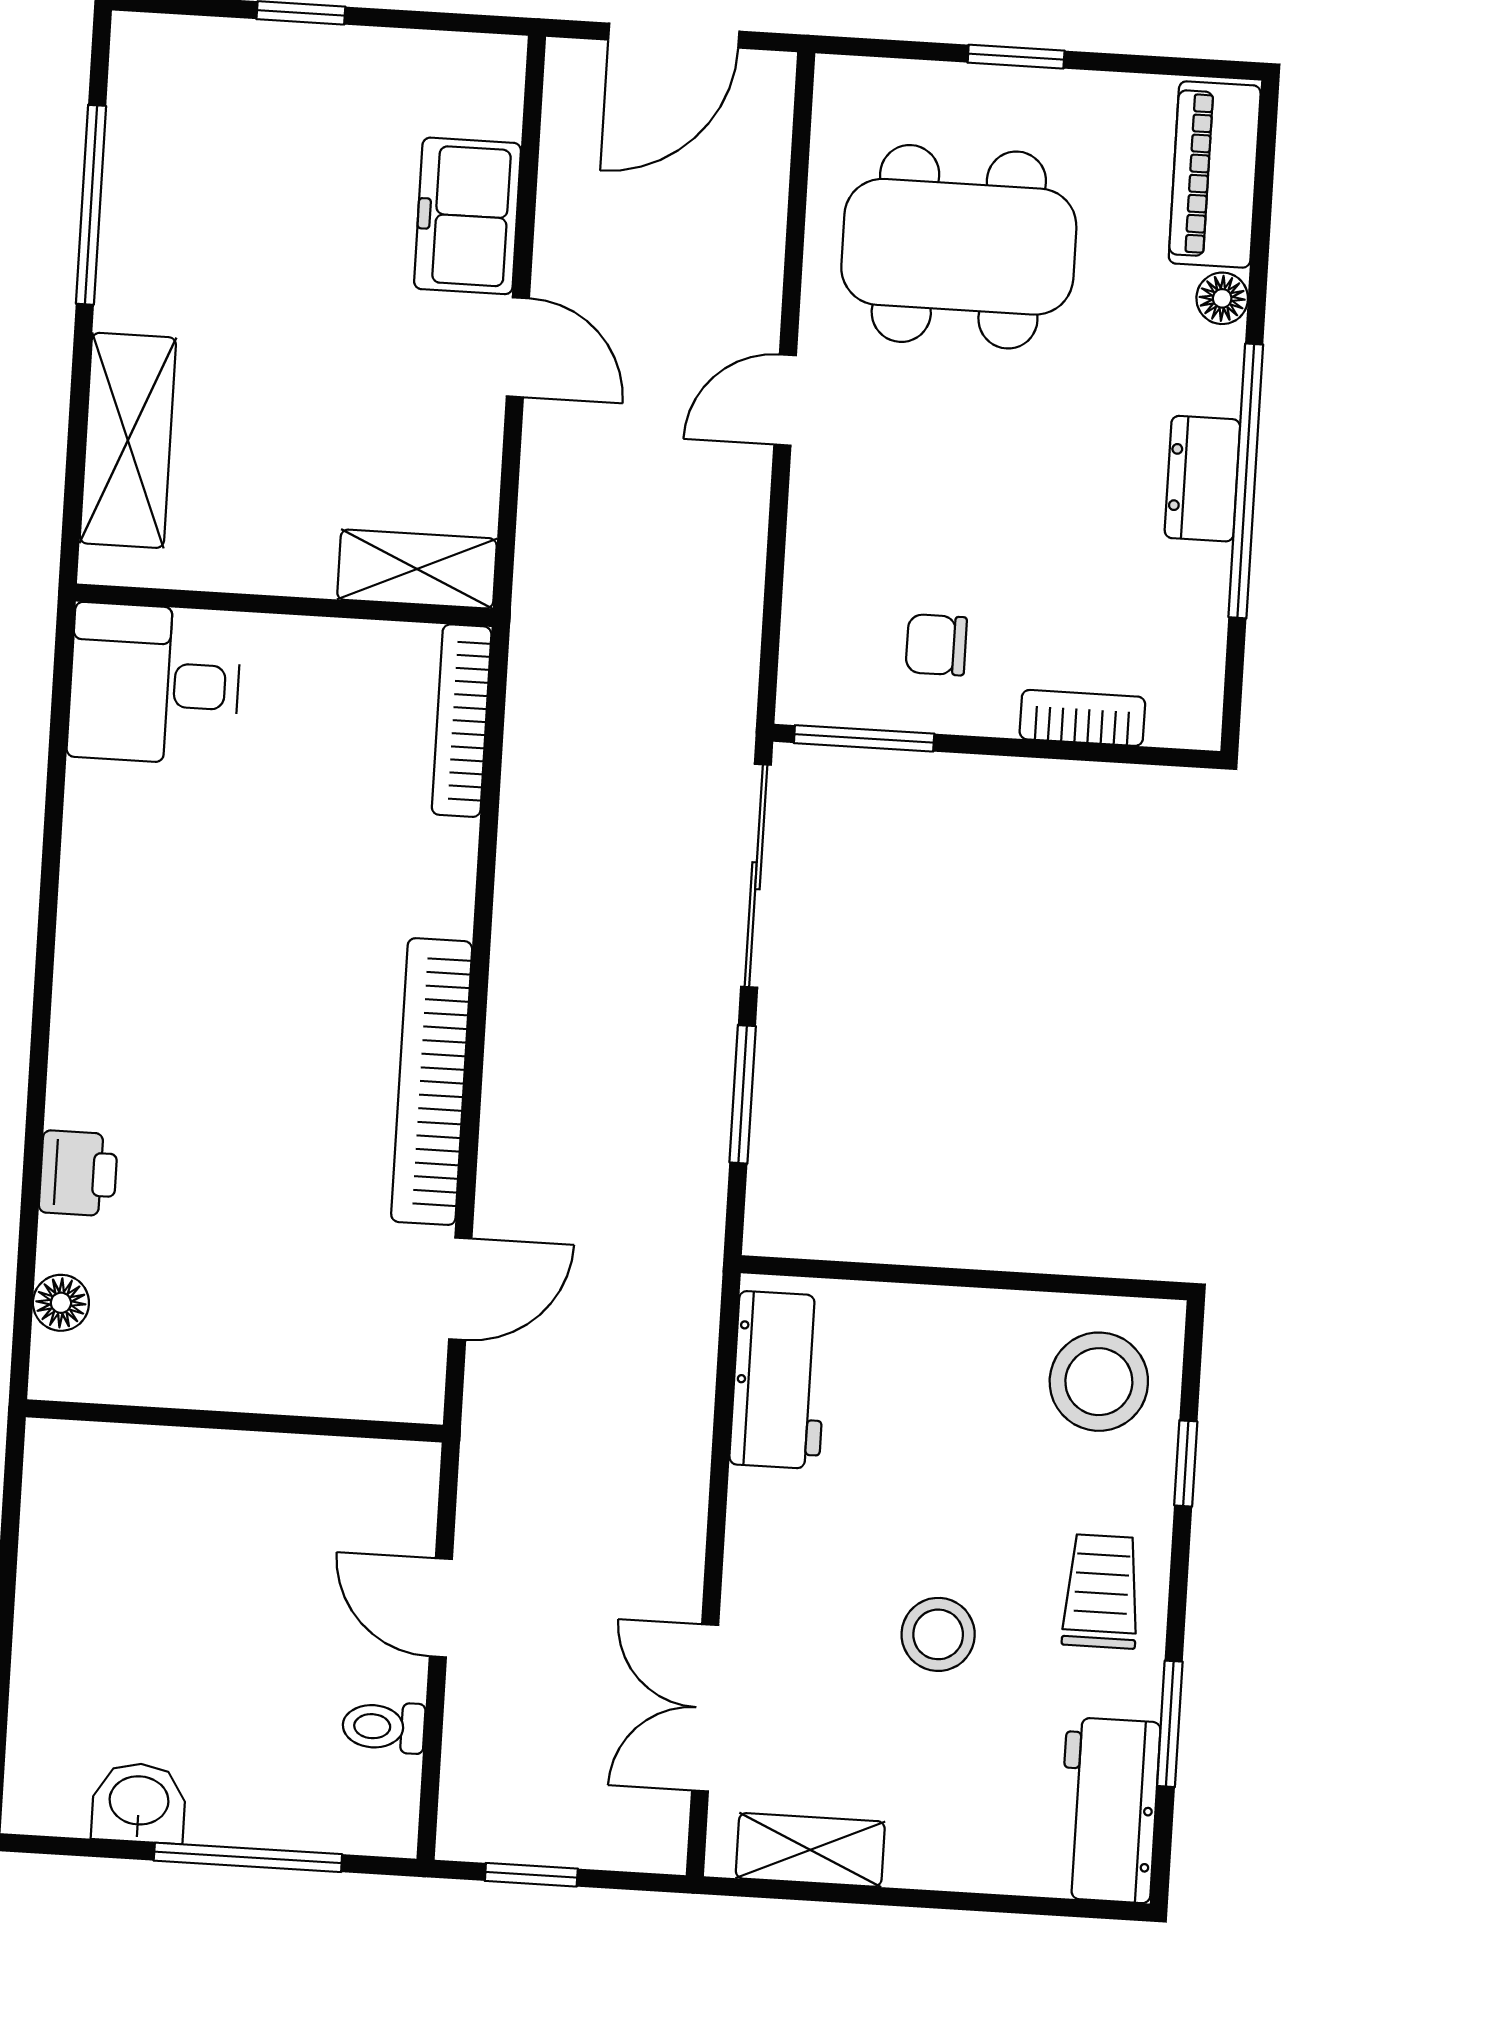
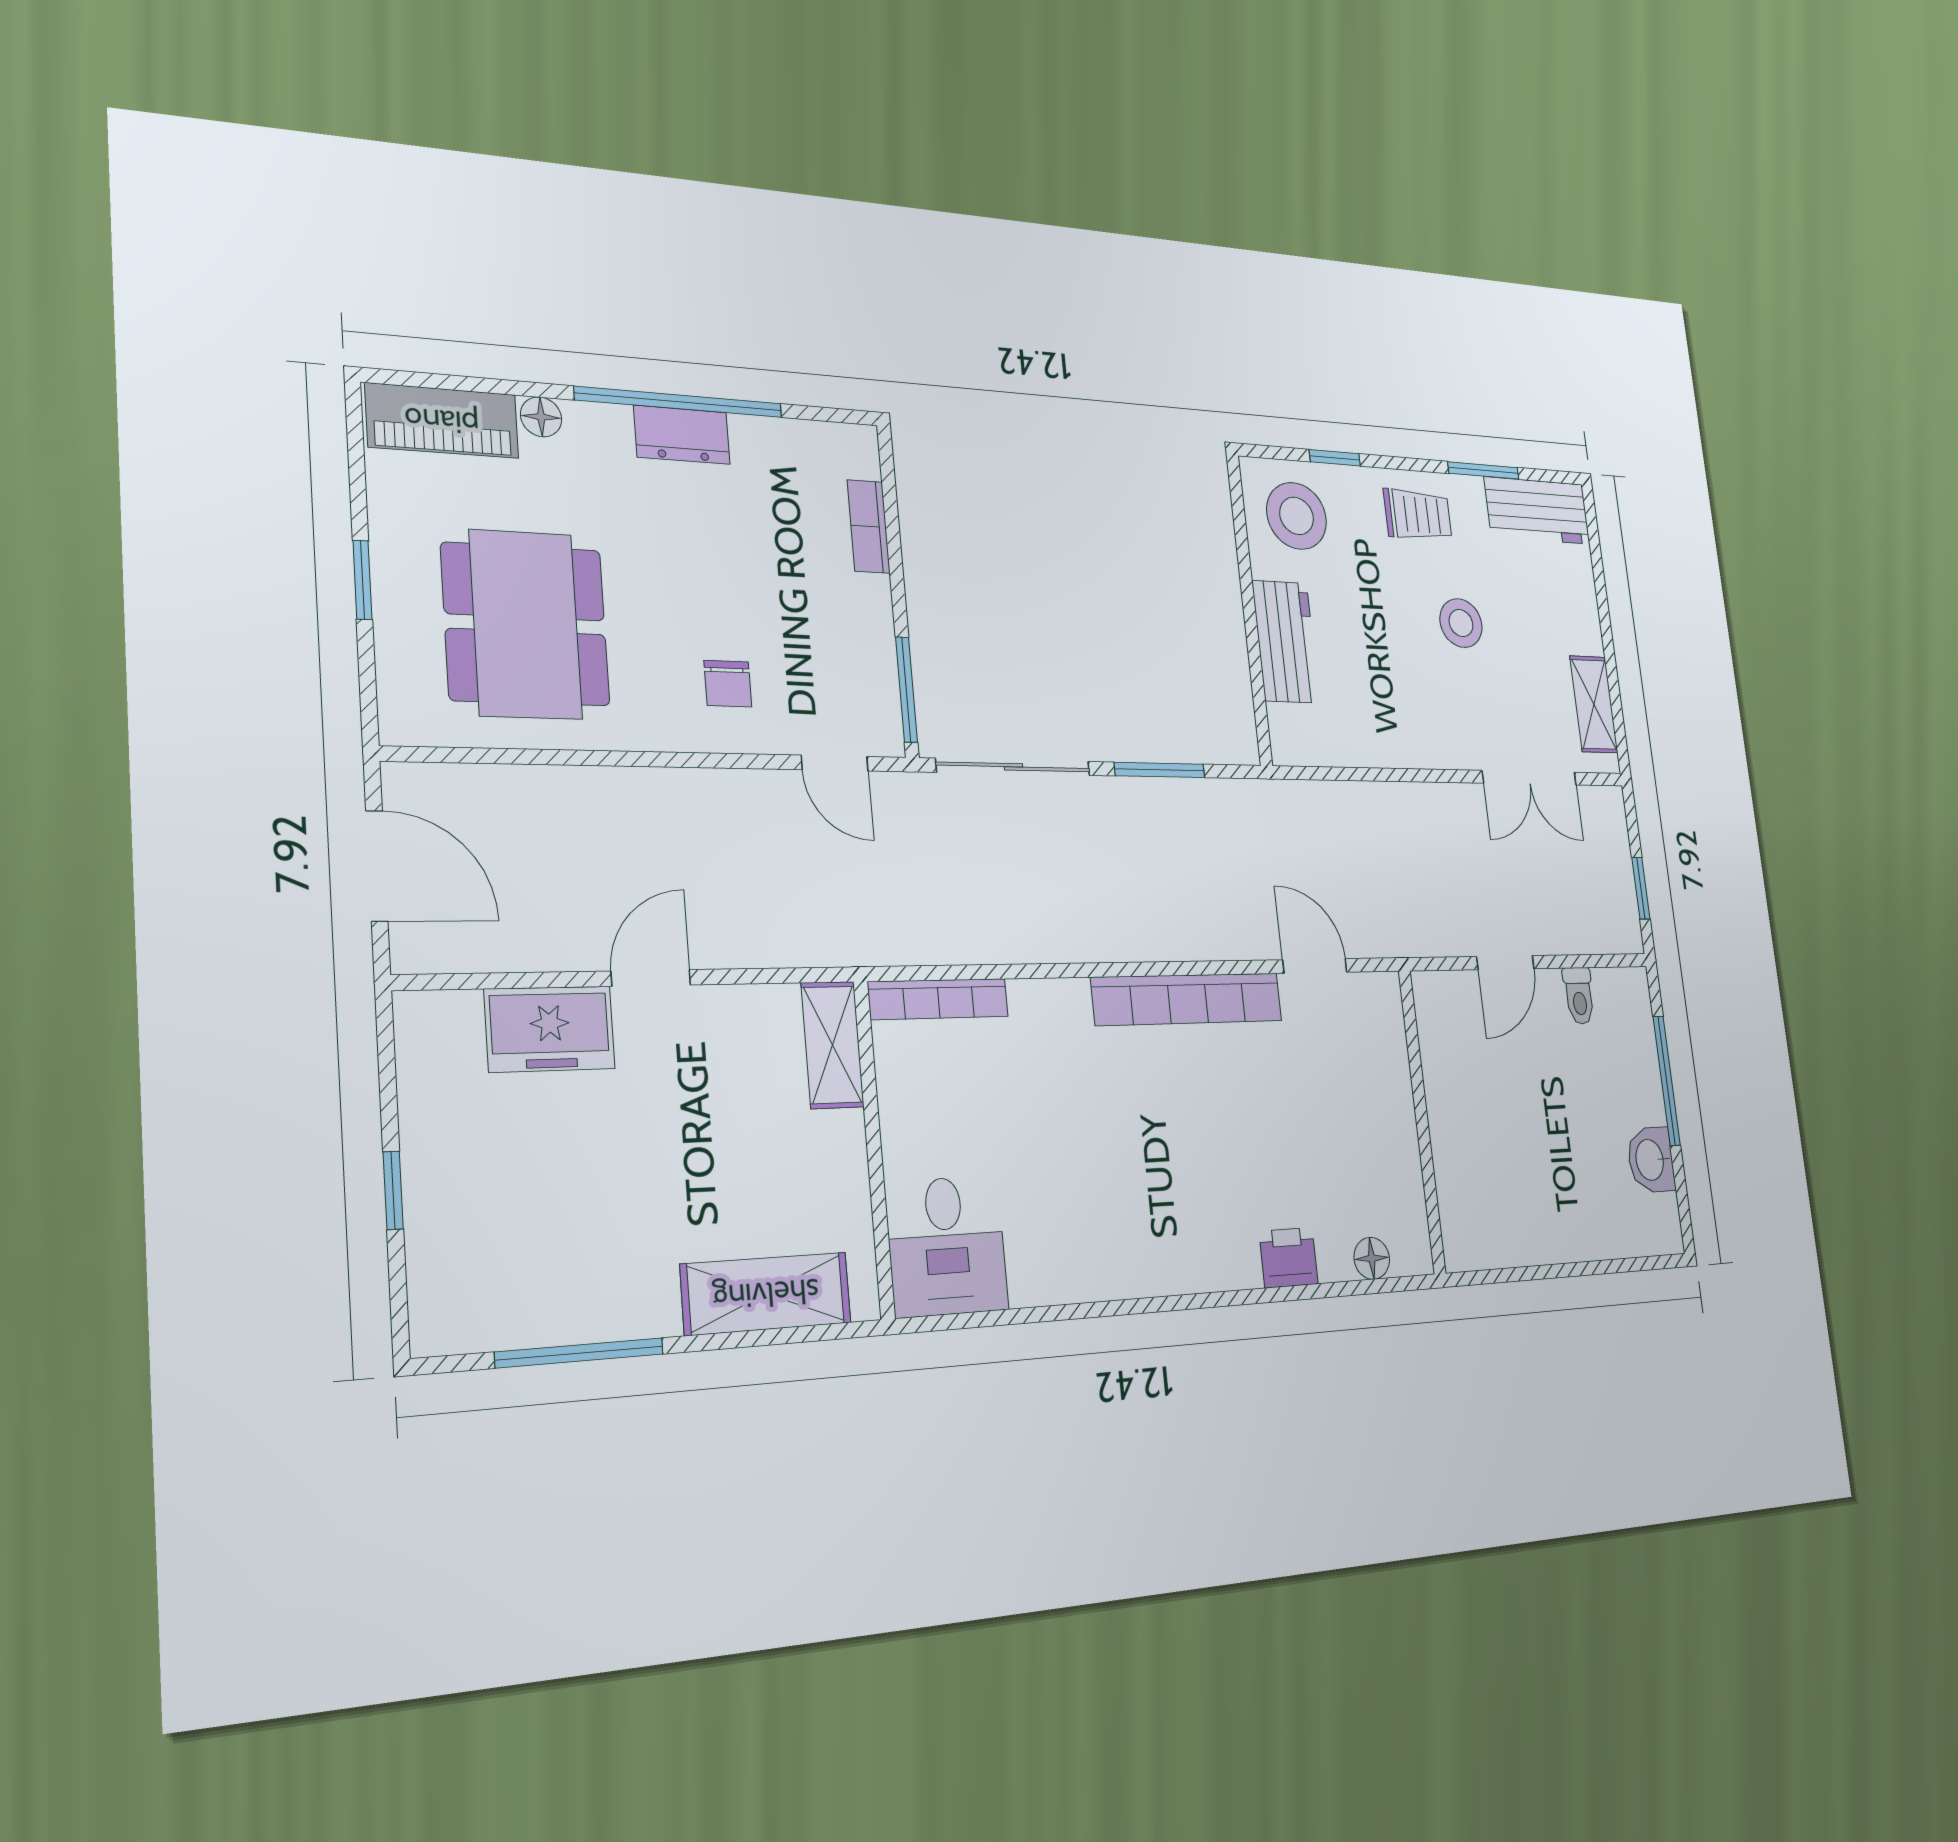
door: (785, 400) -> (835, 763), moved
chair: (936, 645) -> (728, 684), moved
workbench: (779, 1380) -> (1286, 642), moved, turned 90
trolley: (1101, 1591) -> (1418, 515), turned 180

